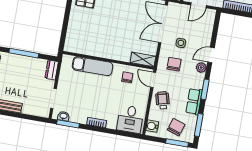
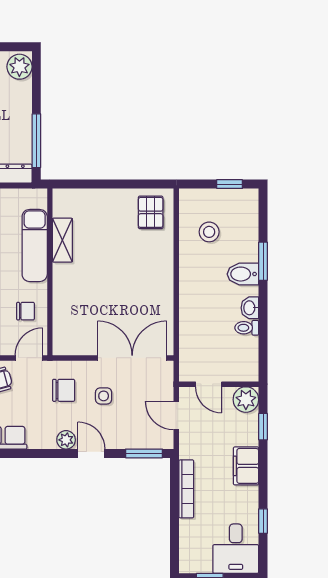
window: (24, 53) -> (36, 141), moved
shelving: (143, 59) -> (62, 240), moved
window: (205, 89) -> (144, 453), moved

